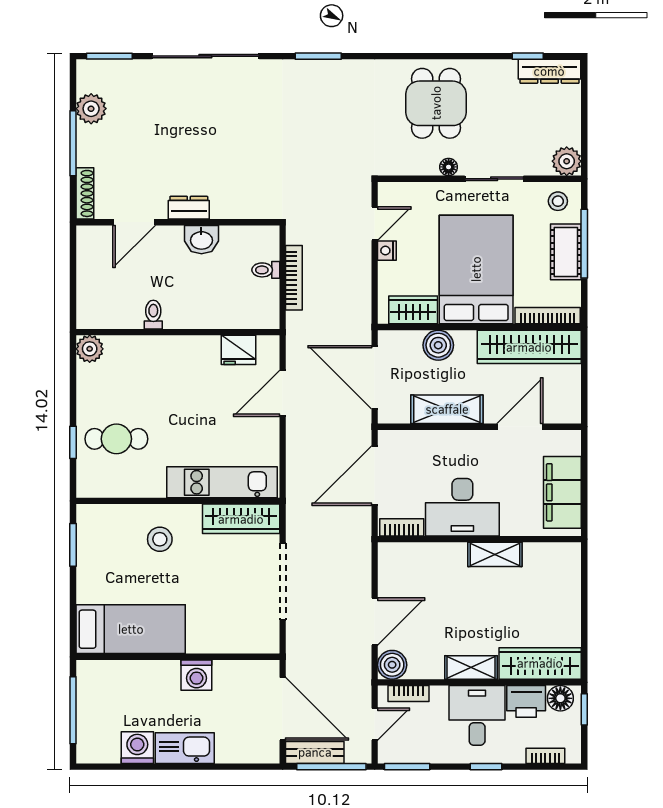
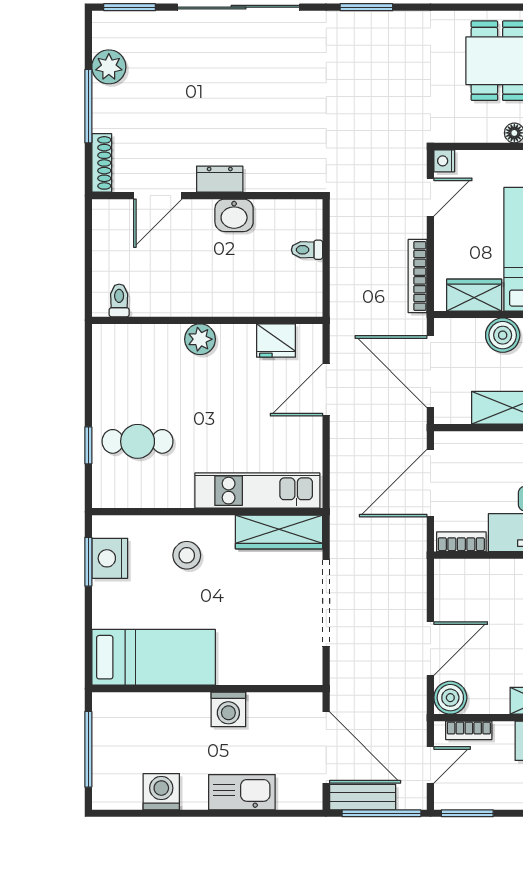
nightstand: (387, 251) -> (444, 161), moved
bookcase: (294, 278) -> (418, 276), moved, turned 180
toilet: (153, 315) -> (119, 300), moved
plant: (90, 349) -> (200, 339), moved
nightstand: (92, 542) -> (110, 558), added
kitchen sink: (185, 748) -> (242, 792), moved

